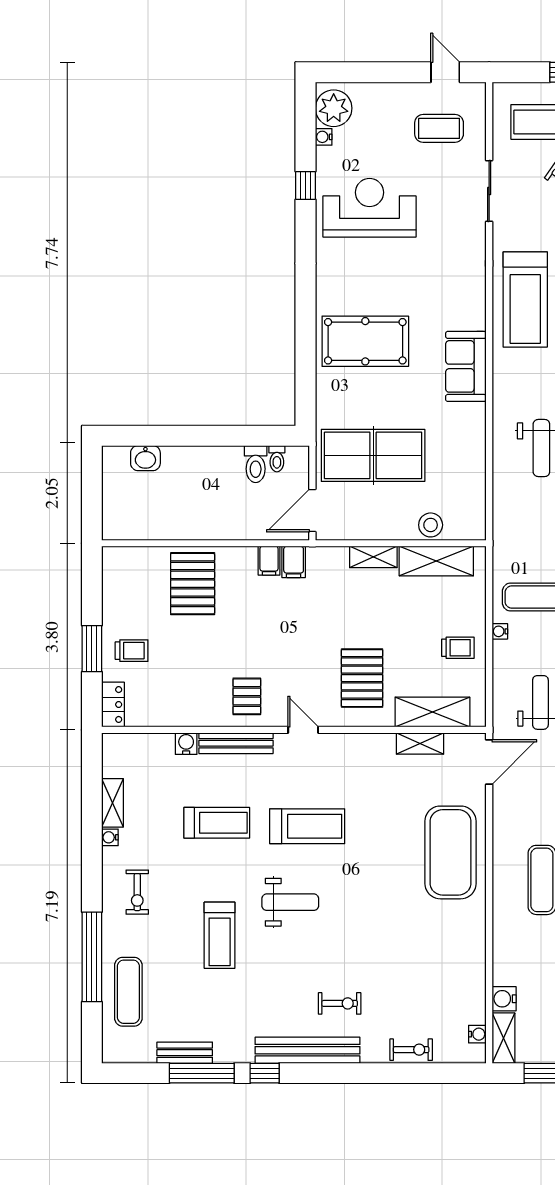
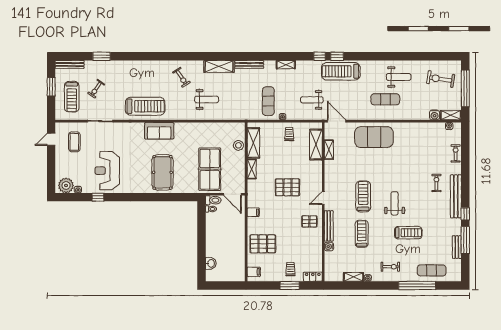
sofa: (466, 366) -> (159, 131), moved
toilet: (256, 464) -> (213, 200), moved
filing cabinet: (294, 562) -> (254, 272), moved
pallet: (362, 678) -> (287, 187), moved

